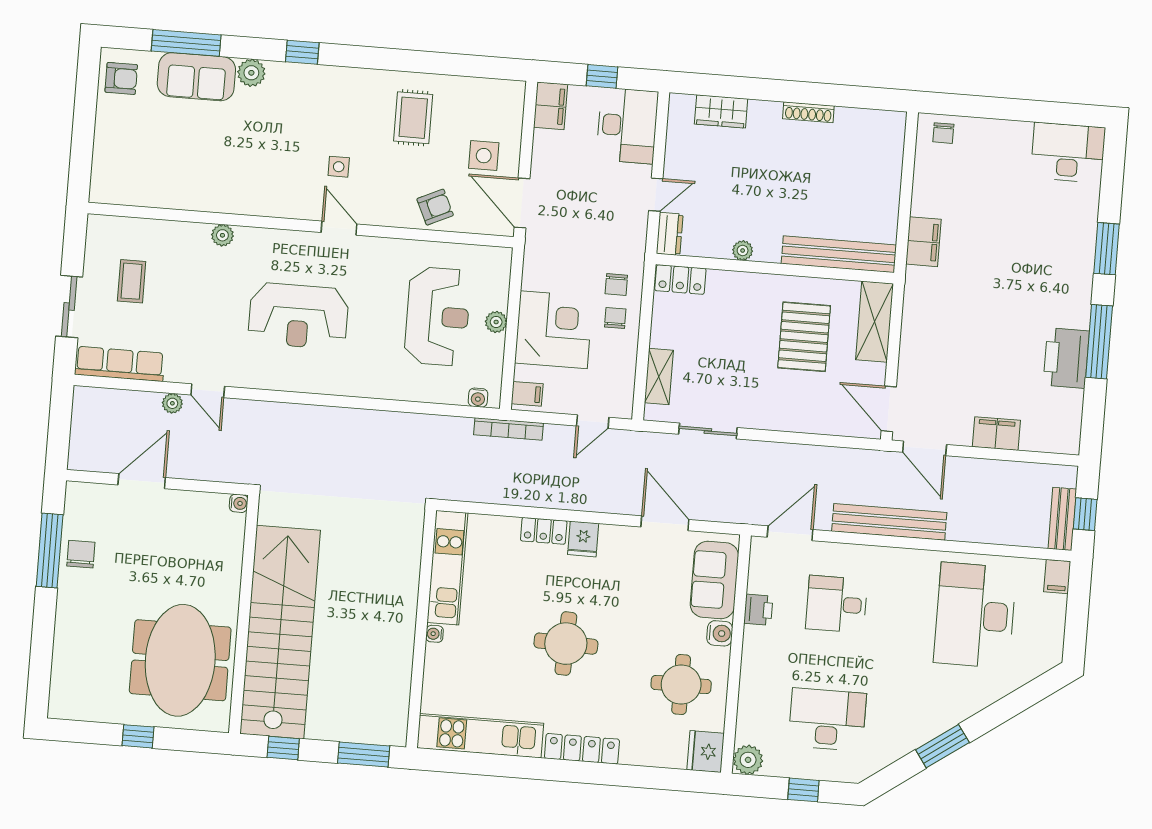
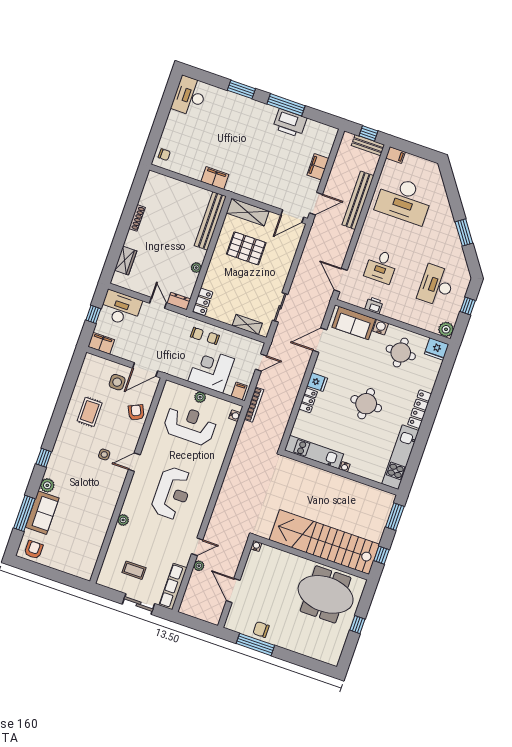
rug: (413, 118) -> (90, 412), turned 90
door: (593, 422) -> (261, 362), hinge flipped
bench: (889, 522) -> (358, 200), moved

